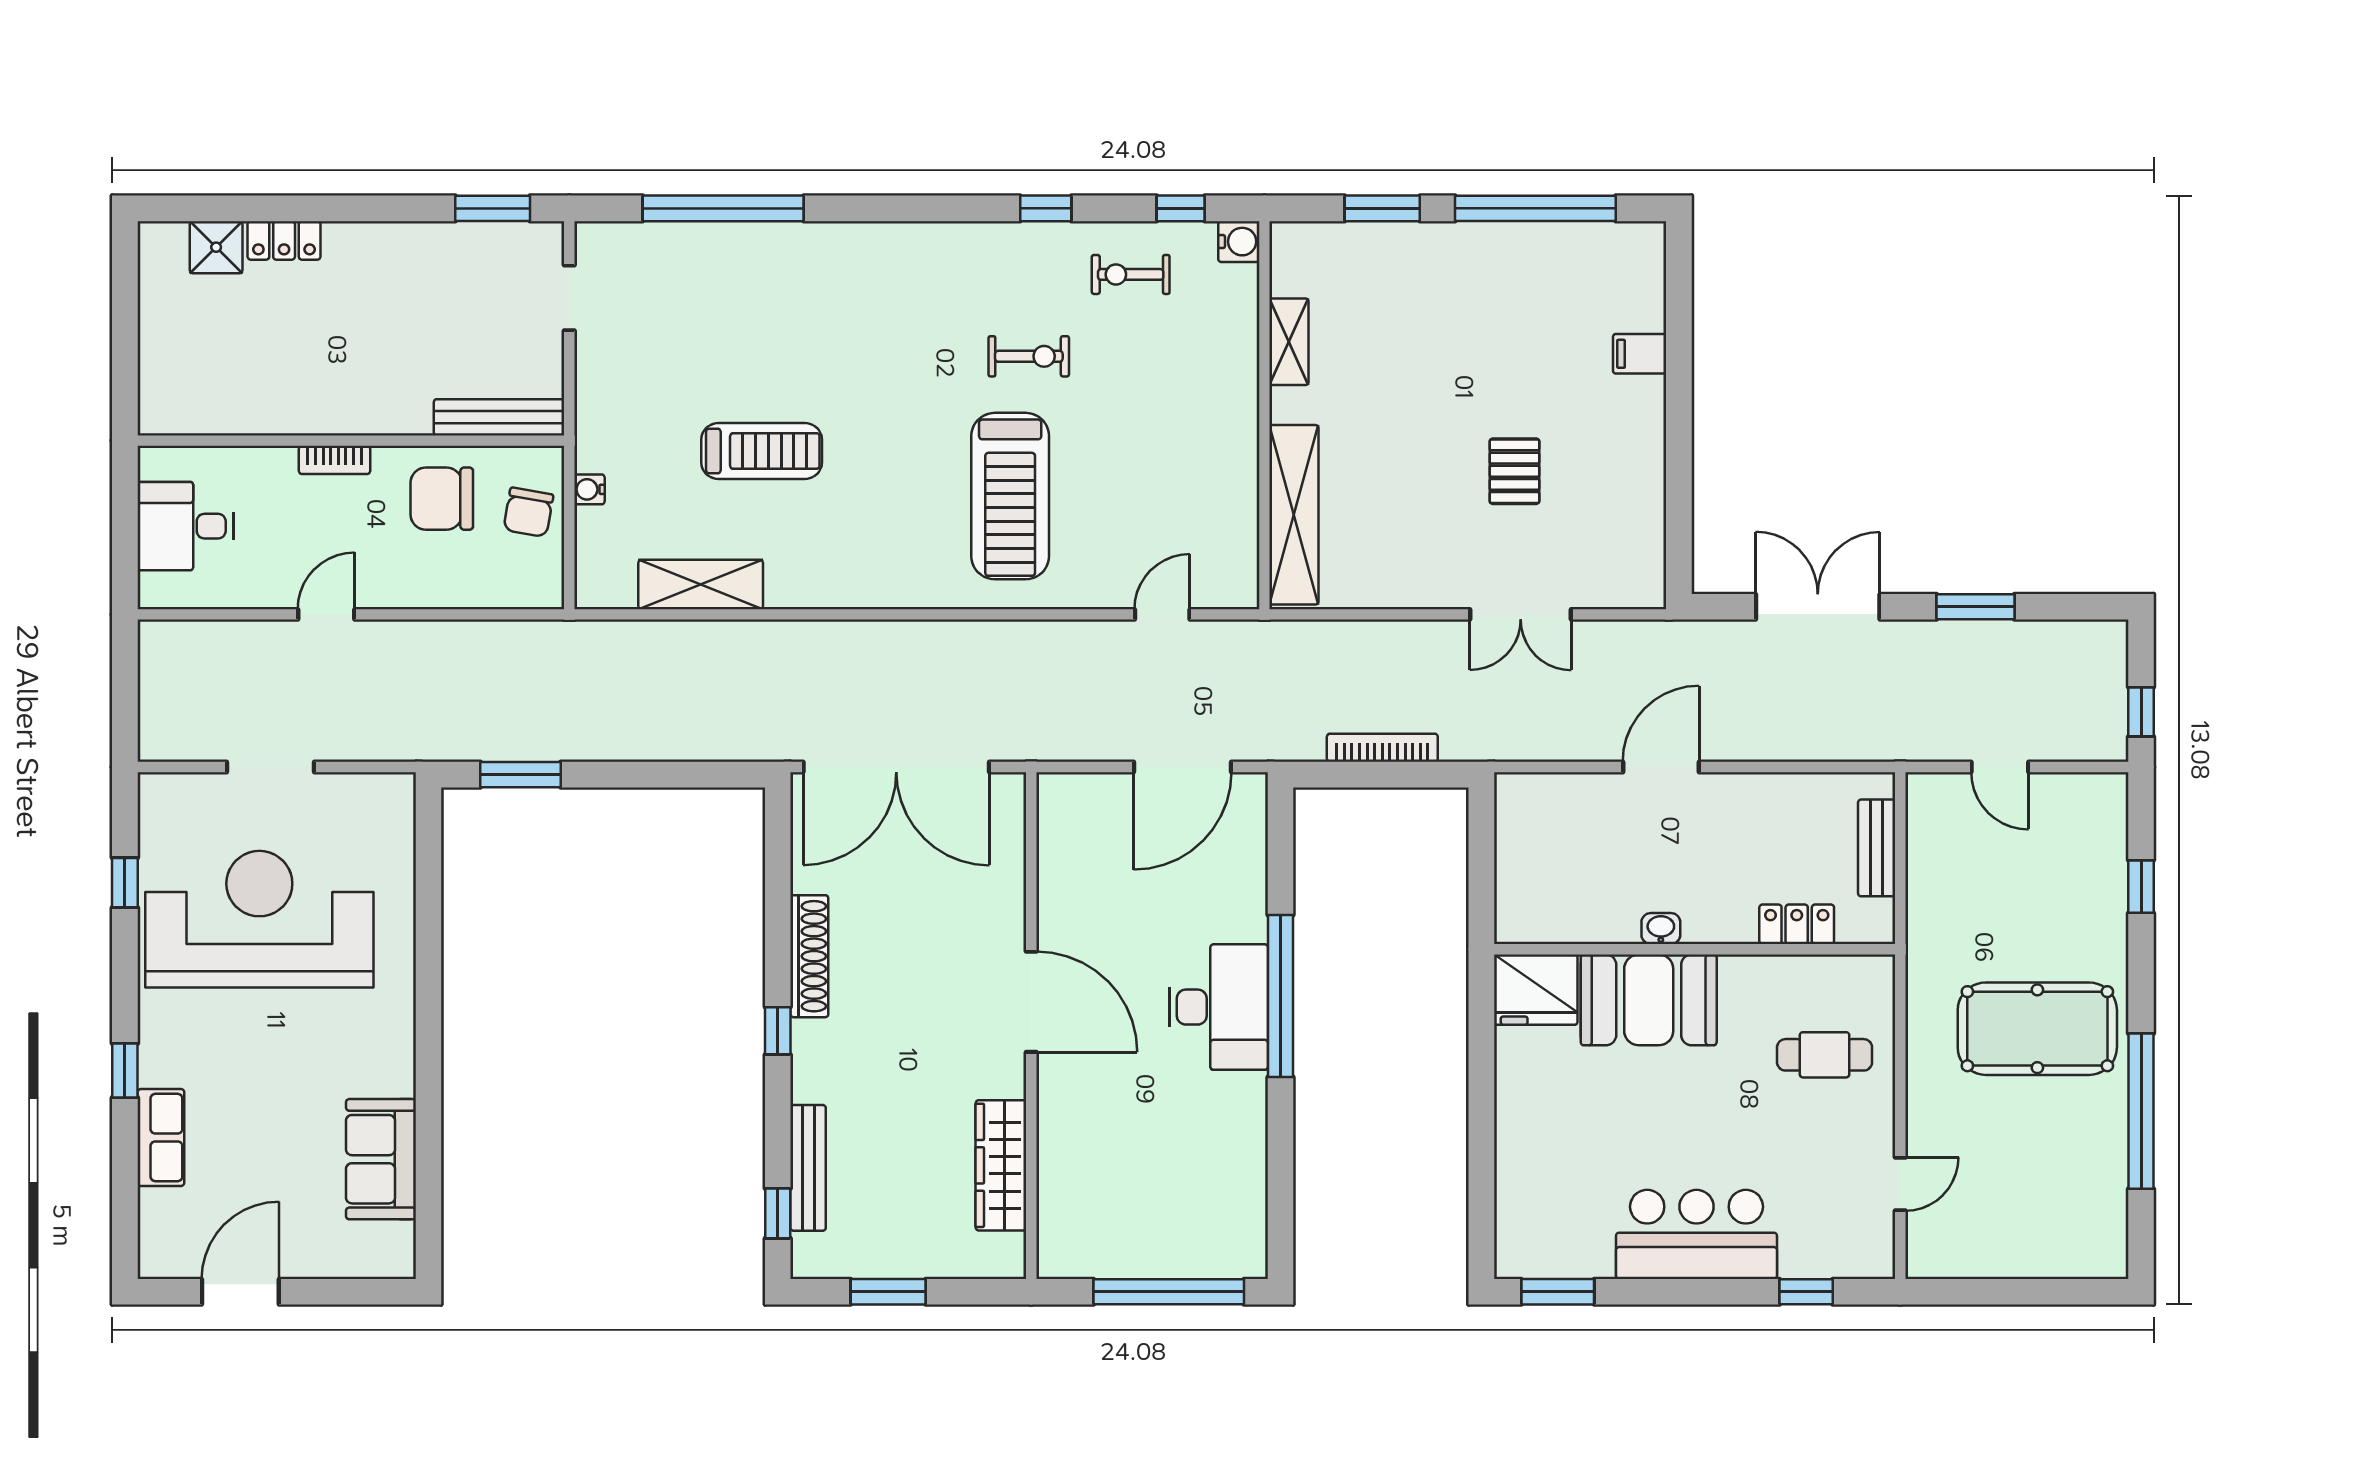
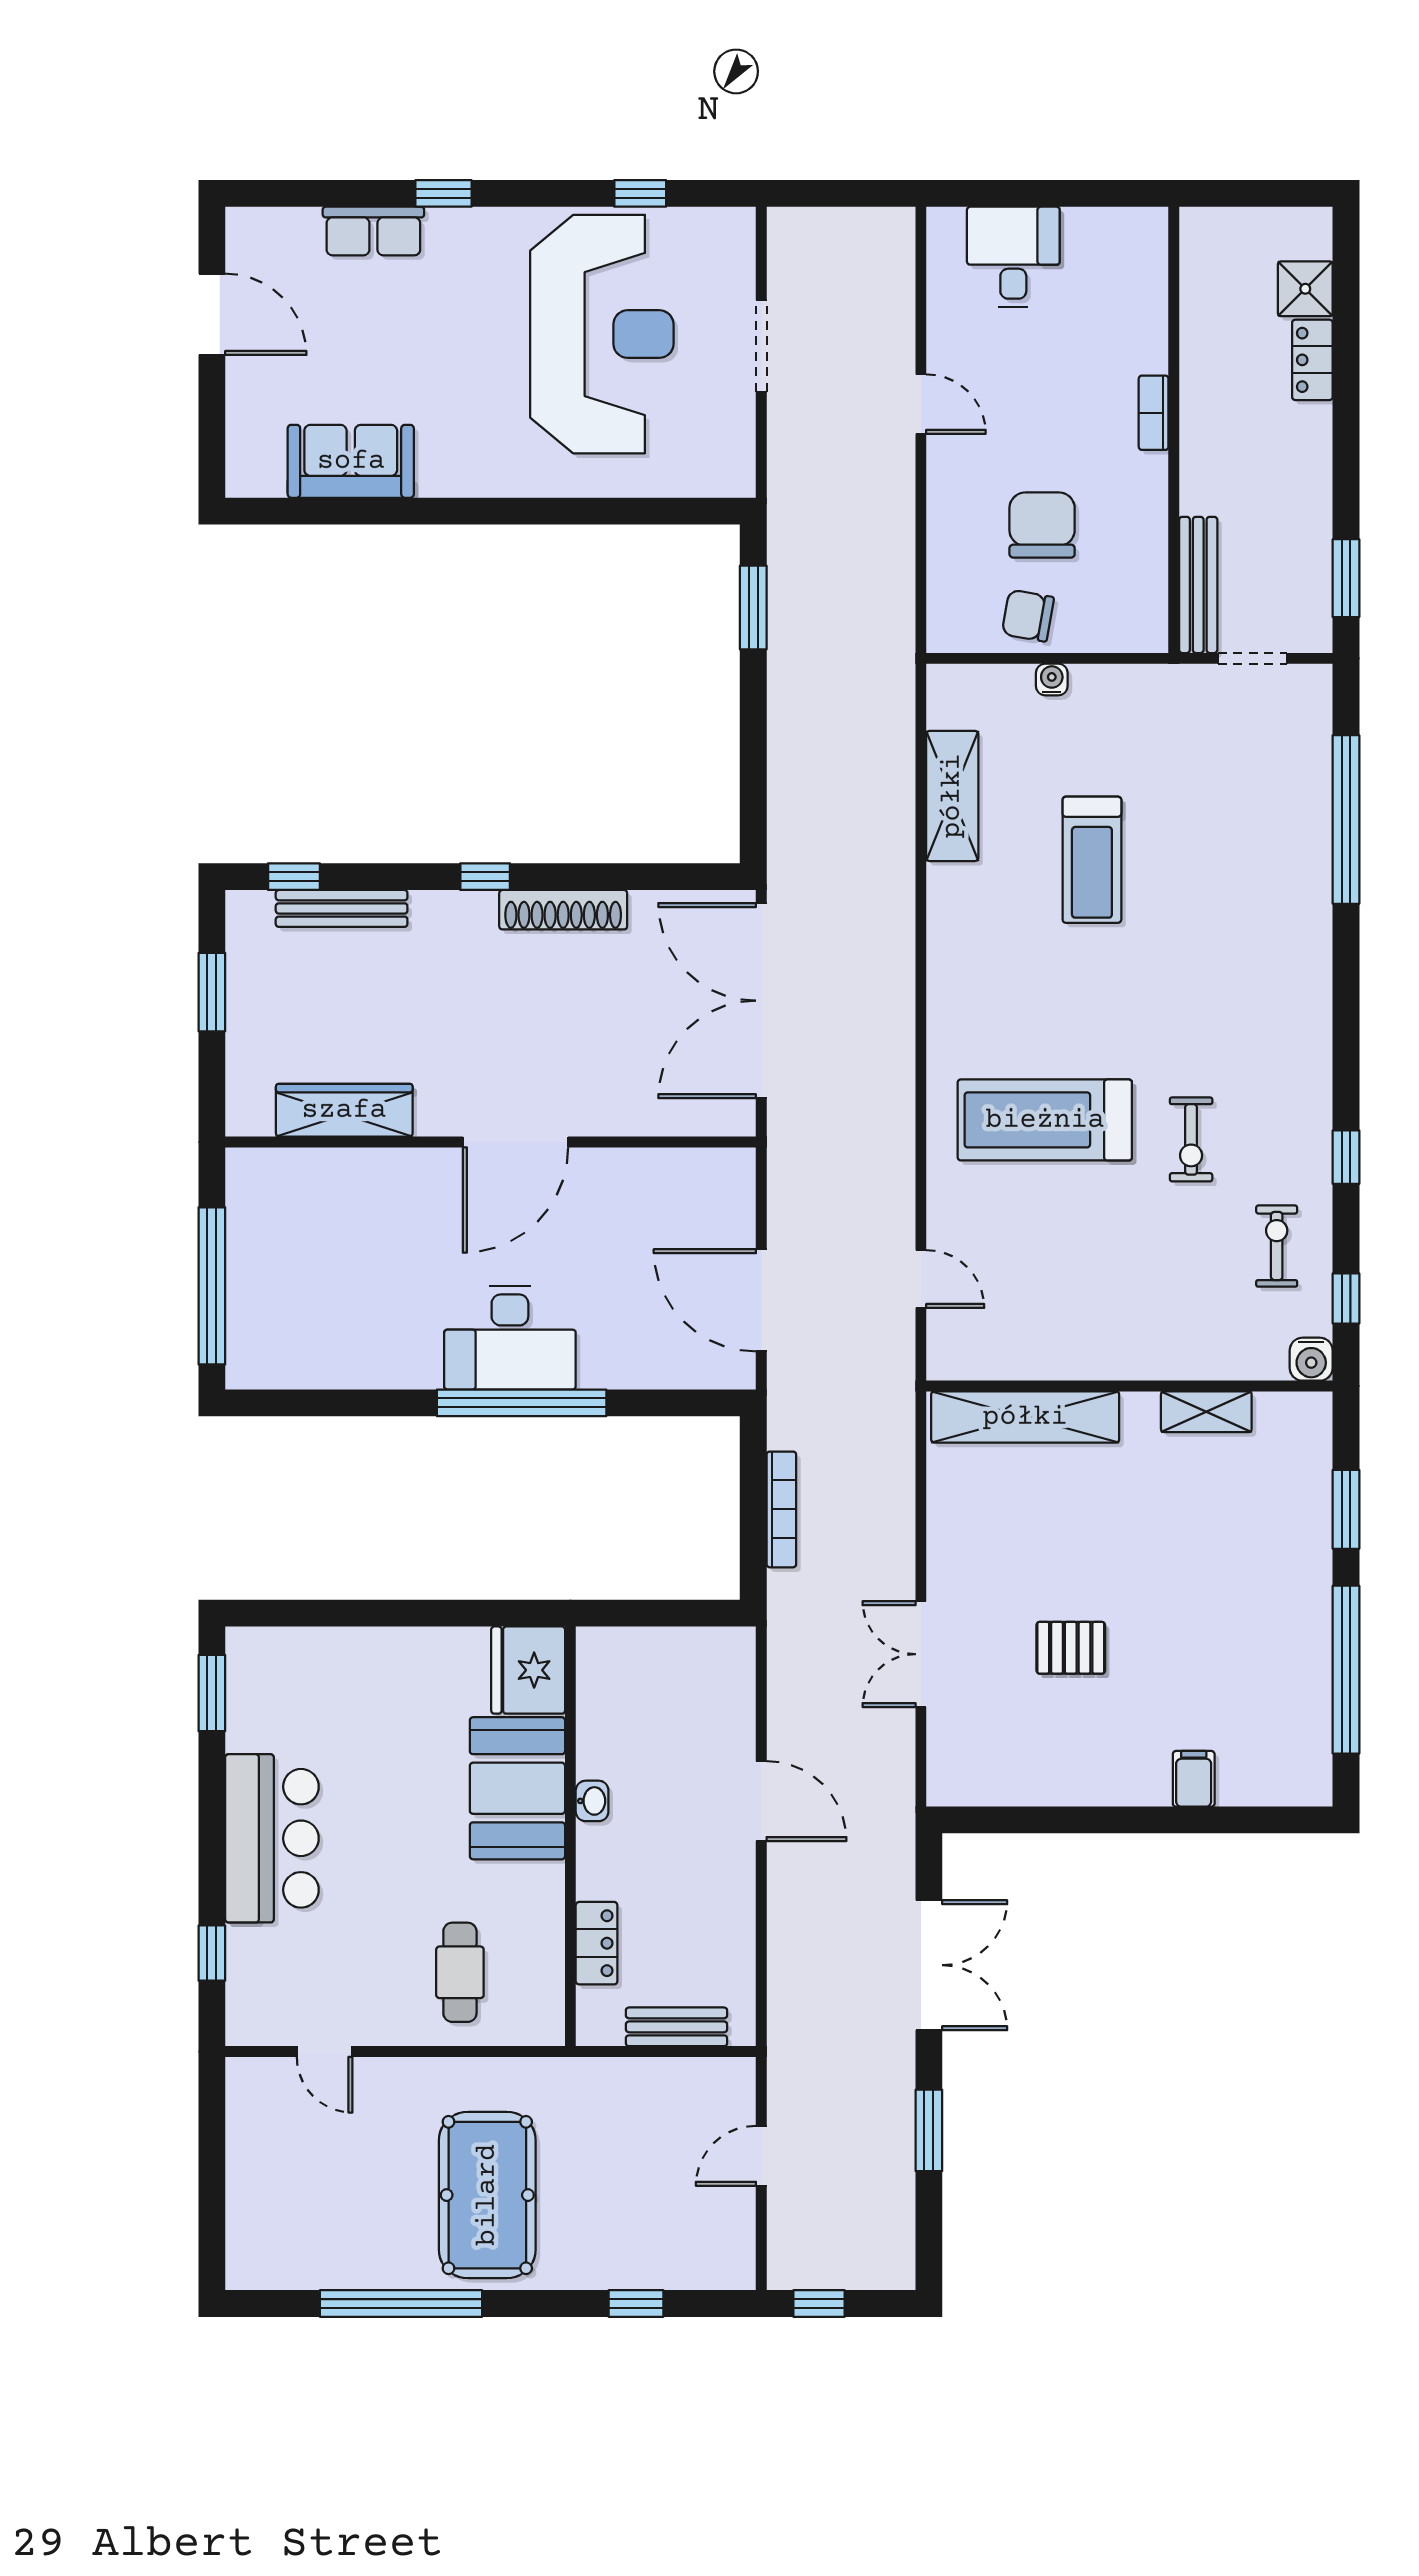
bench: (499, 417) -> (1198, 585), moved
wall: (351, 441) -> (1174, 430), moved
bookcase: (335, 460) -> (1154, 413), moved

